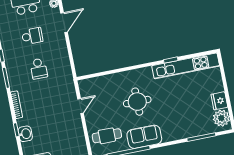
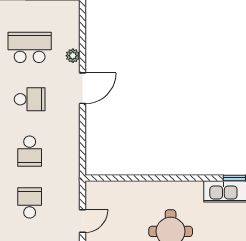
school desk: (45, 101) -> (30, 203), added

